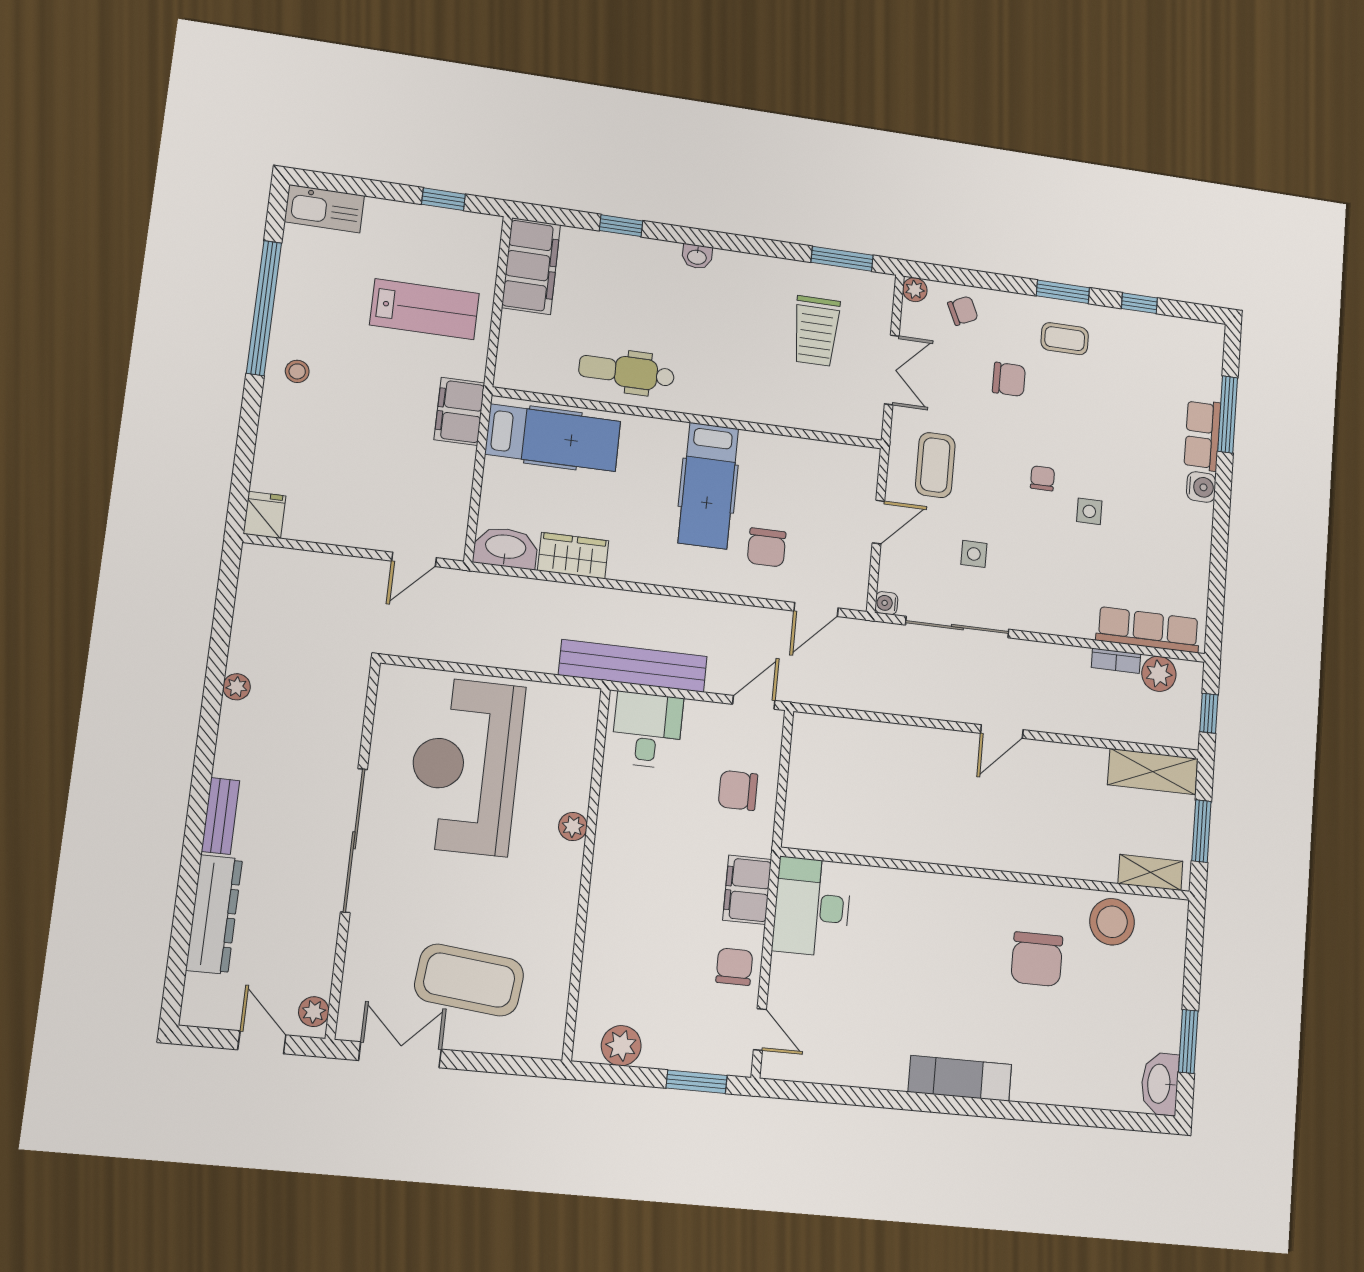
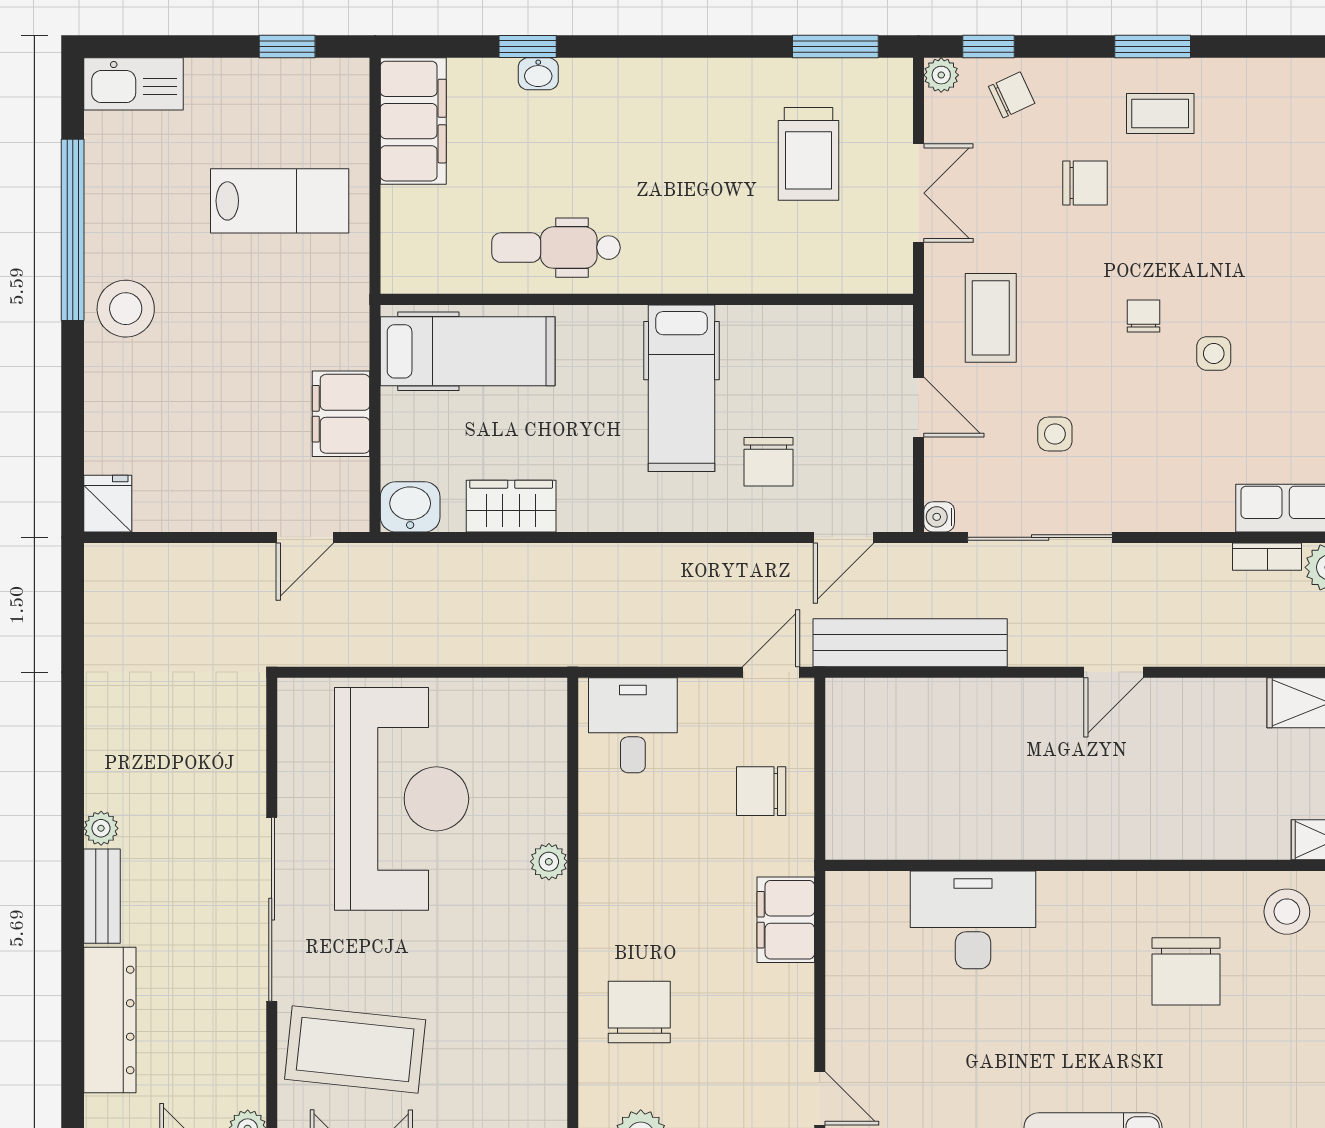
washbasin: (697, 257) -> (538, 74), moved
window: (1139, 303) -> (989, 46), moved
stool: (297, 371) -> (126, 309), width x1.89, depth x1.89
filing cabinet: (459, 411) -> (341, 414), moved
door: (878, 522) -> (919, 407), hinge flipped
washbasin: (506, 548) -> (410, 507), width x0.72
bench: (633, 666) -> (910, 643), moved
plant: (237, 687) -> (101, 828), moved
reception desk: (465, 766) -> (402, 799), turned 180
desk: (812, 907) -> (973, 920), moved, turned 90
stool: (1112, 922) -> (1287, 912), width x0.73, depth x0.73
chair: (734, 967) -> (639, 1012), moved, width x1.37, depth x1.37
coffee table: (469, 980) -> (355, 1049), moved

